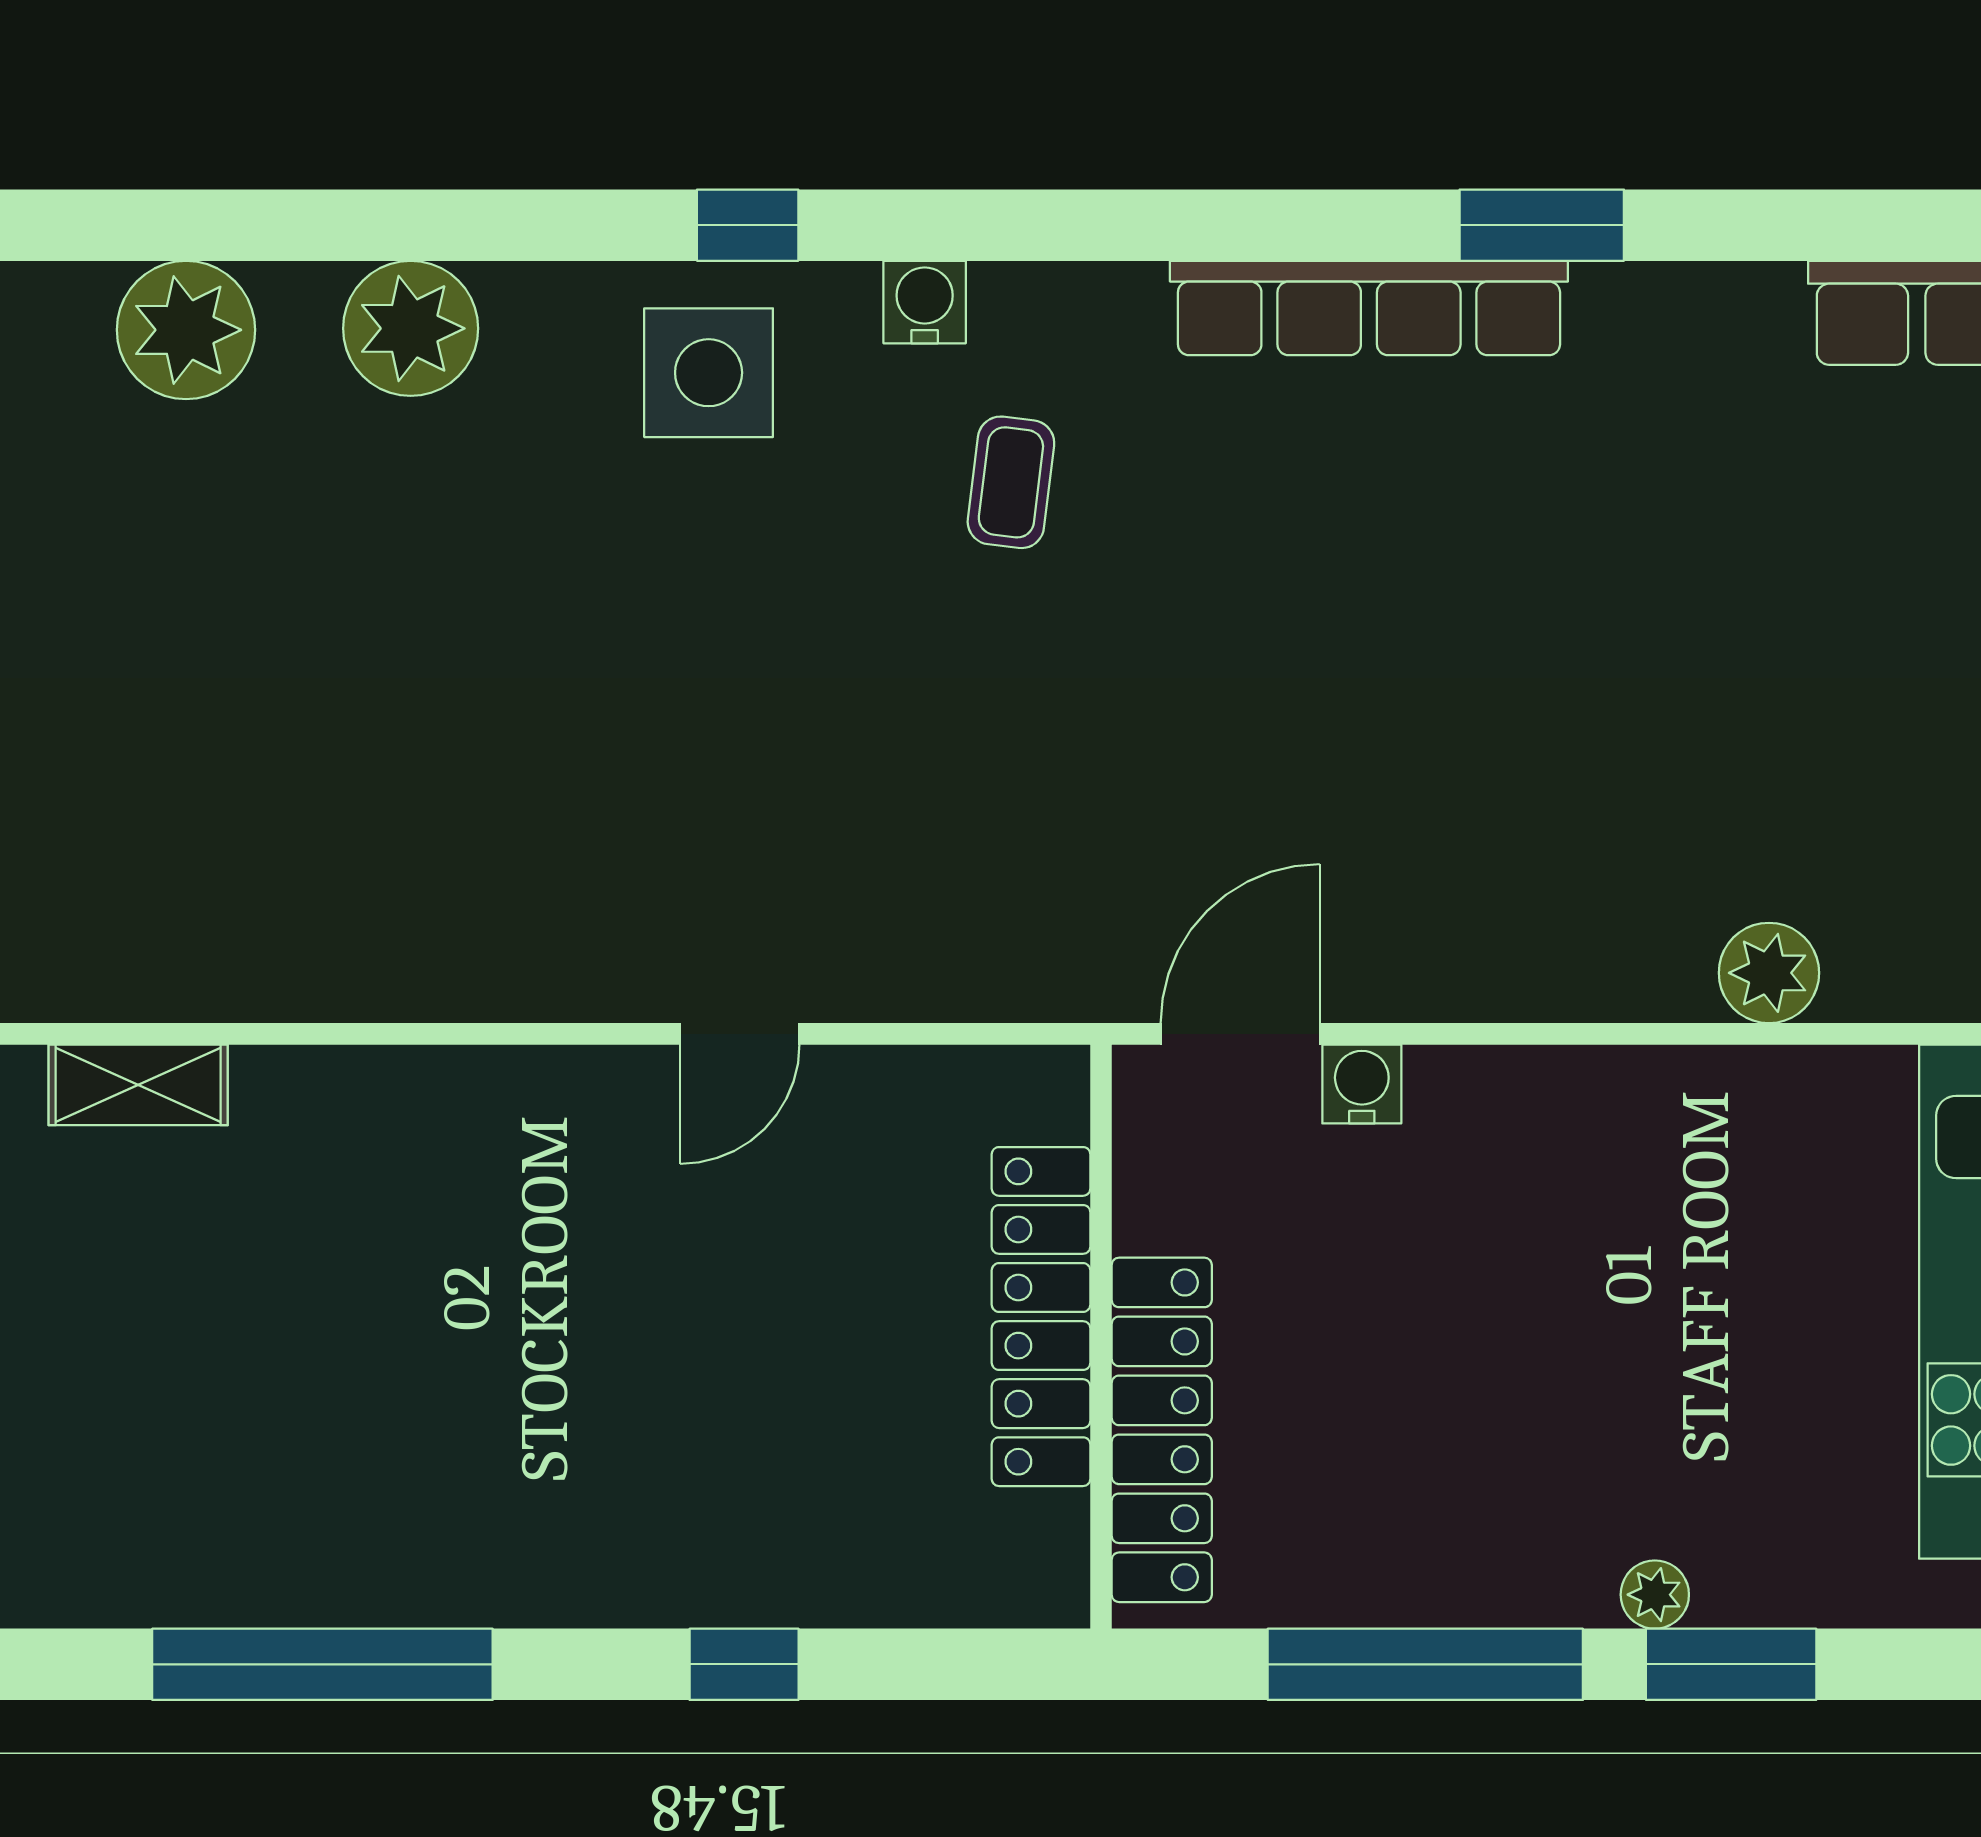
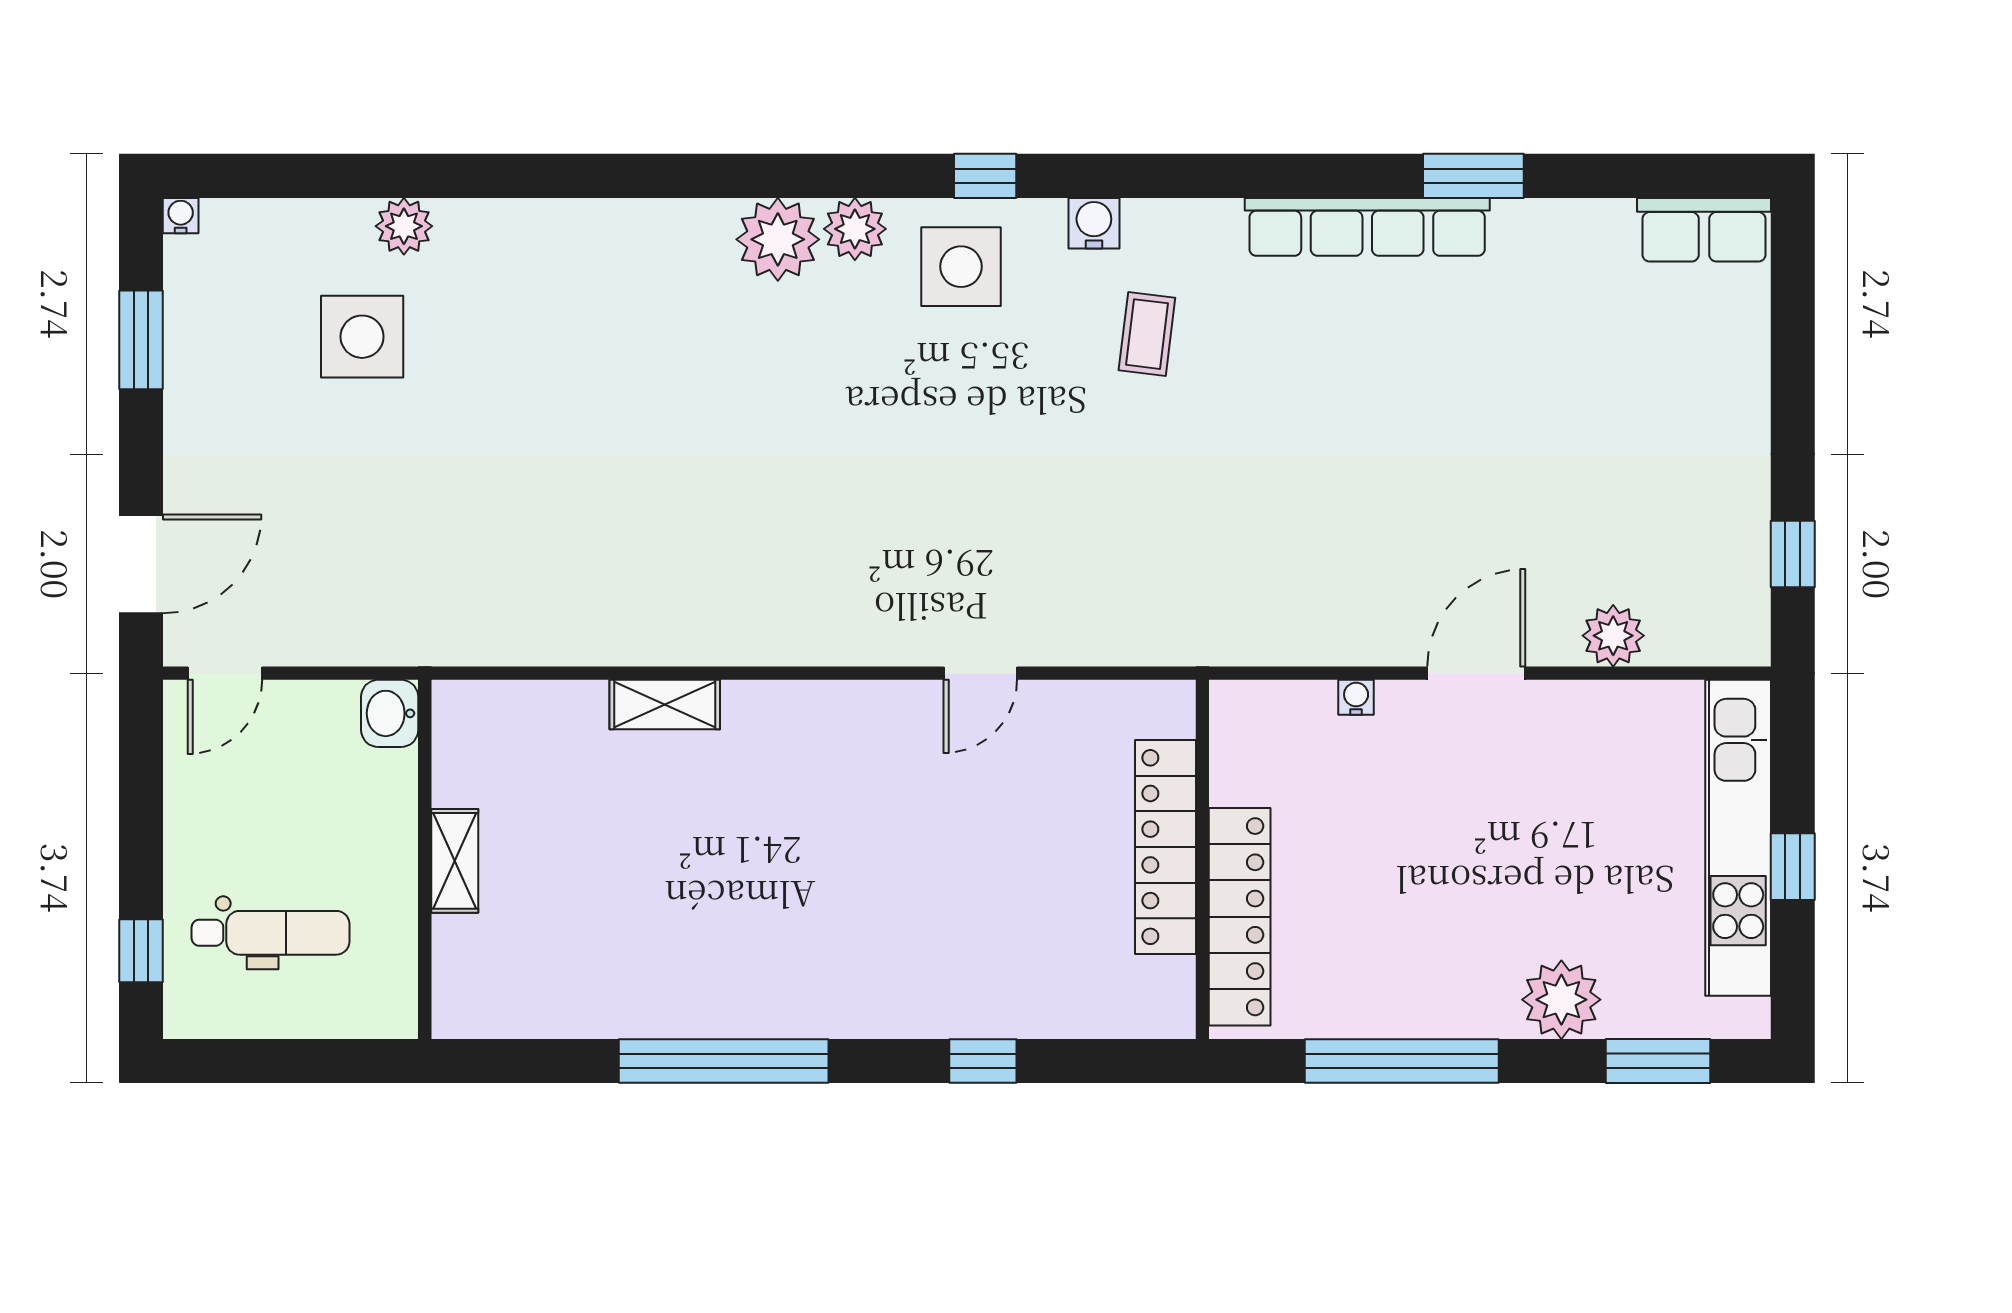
plant: (186, 330) -> (855, 229), moved, width x0.73, depth x0.73
door: (1240, 1034) -> (1476, 673), moved
water cooler: (1362, 1084) -> (1356, 697), width x0.72, depth x0.72
shelving: (138, 1085) -> (665, 705), moved
plant: (1655, 1595) -> (1561, 1000), width x1.88, depth x1.88
window: (1731, 1664) -> (1658, 1061), moved

